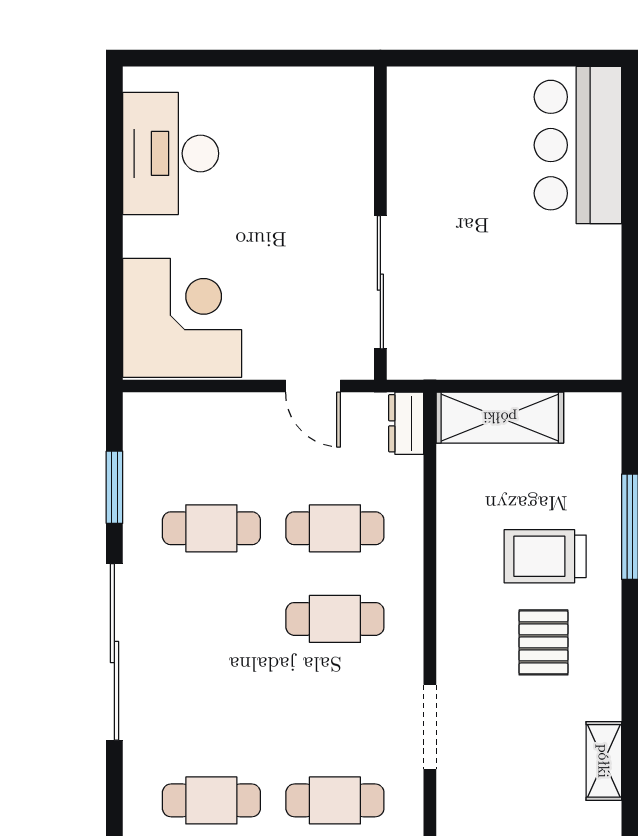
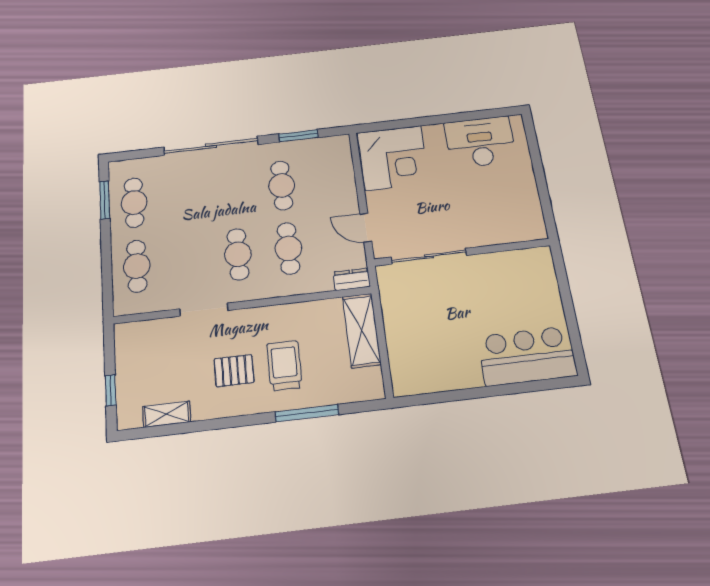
door: (313, 386) -> (366, 228), hinge flipped
doorway: (430, 727) -> (204, 310), moved

